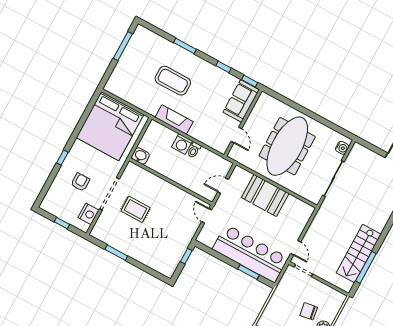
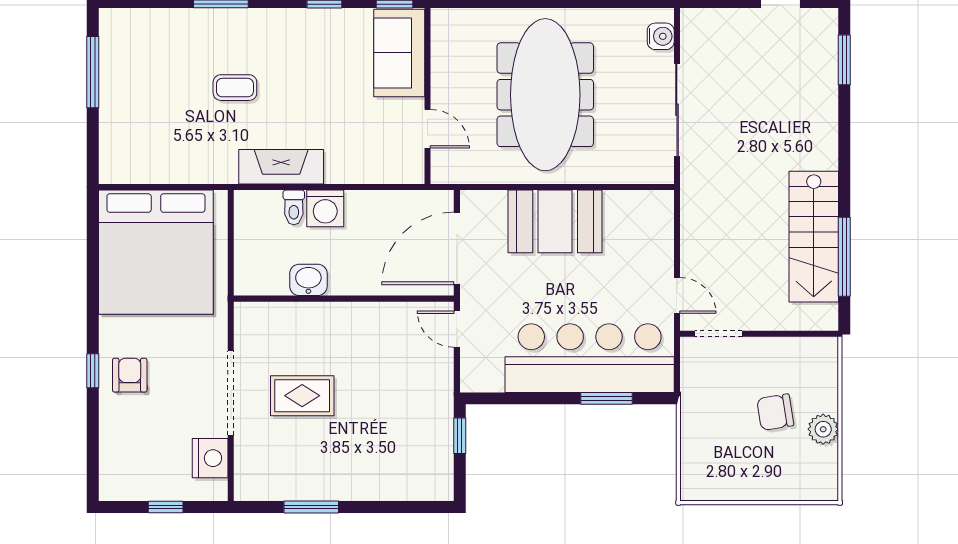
coffee table: (173, 81) -> (235, 88), width x0.54, depth x0.58
toilet: (194, 150) -> (294, 207), moved
washbasin: (140, 156) -> (308, 280), moved
armchair: (80, 182) -> (130, 375), moved
door: (223, 186) -> (457, 248), width x1.87

